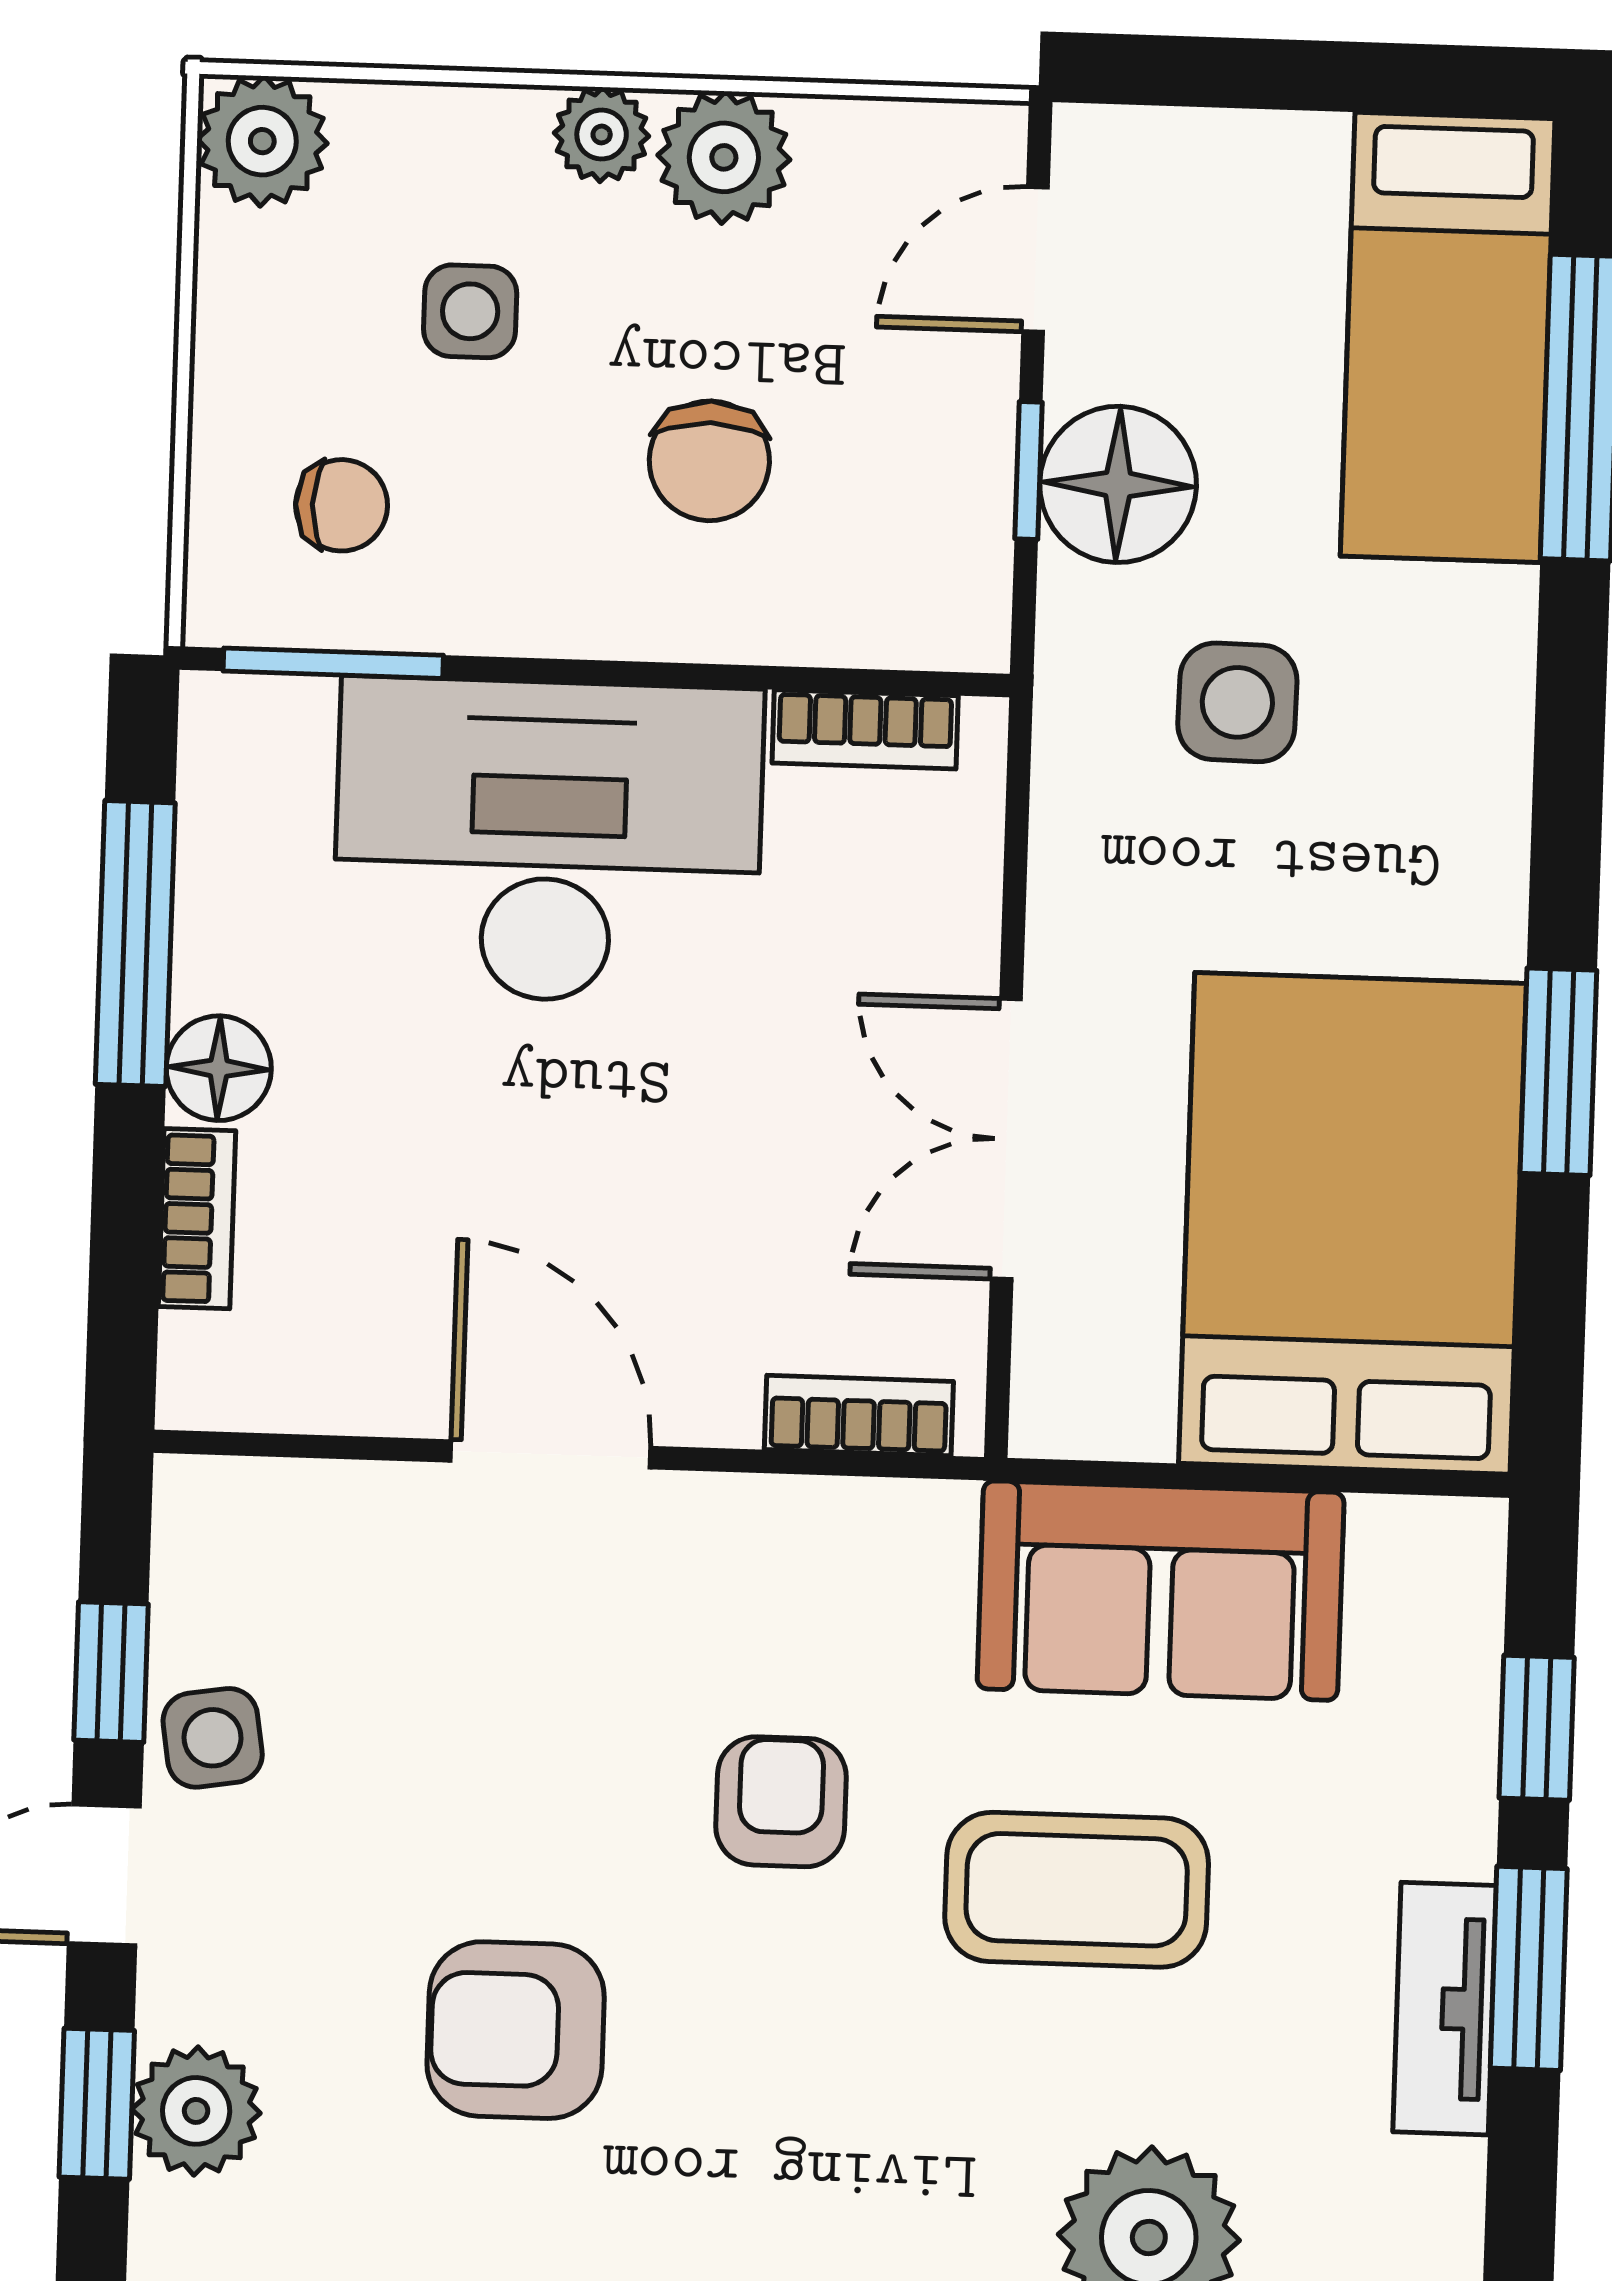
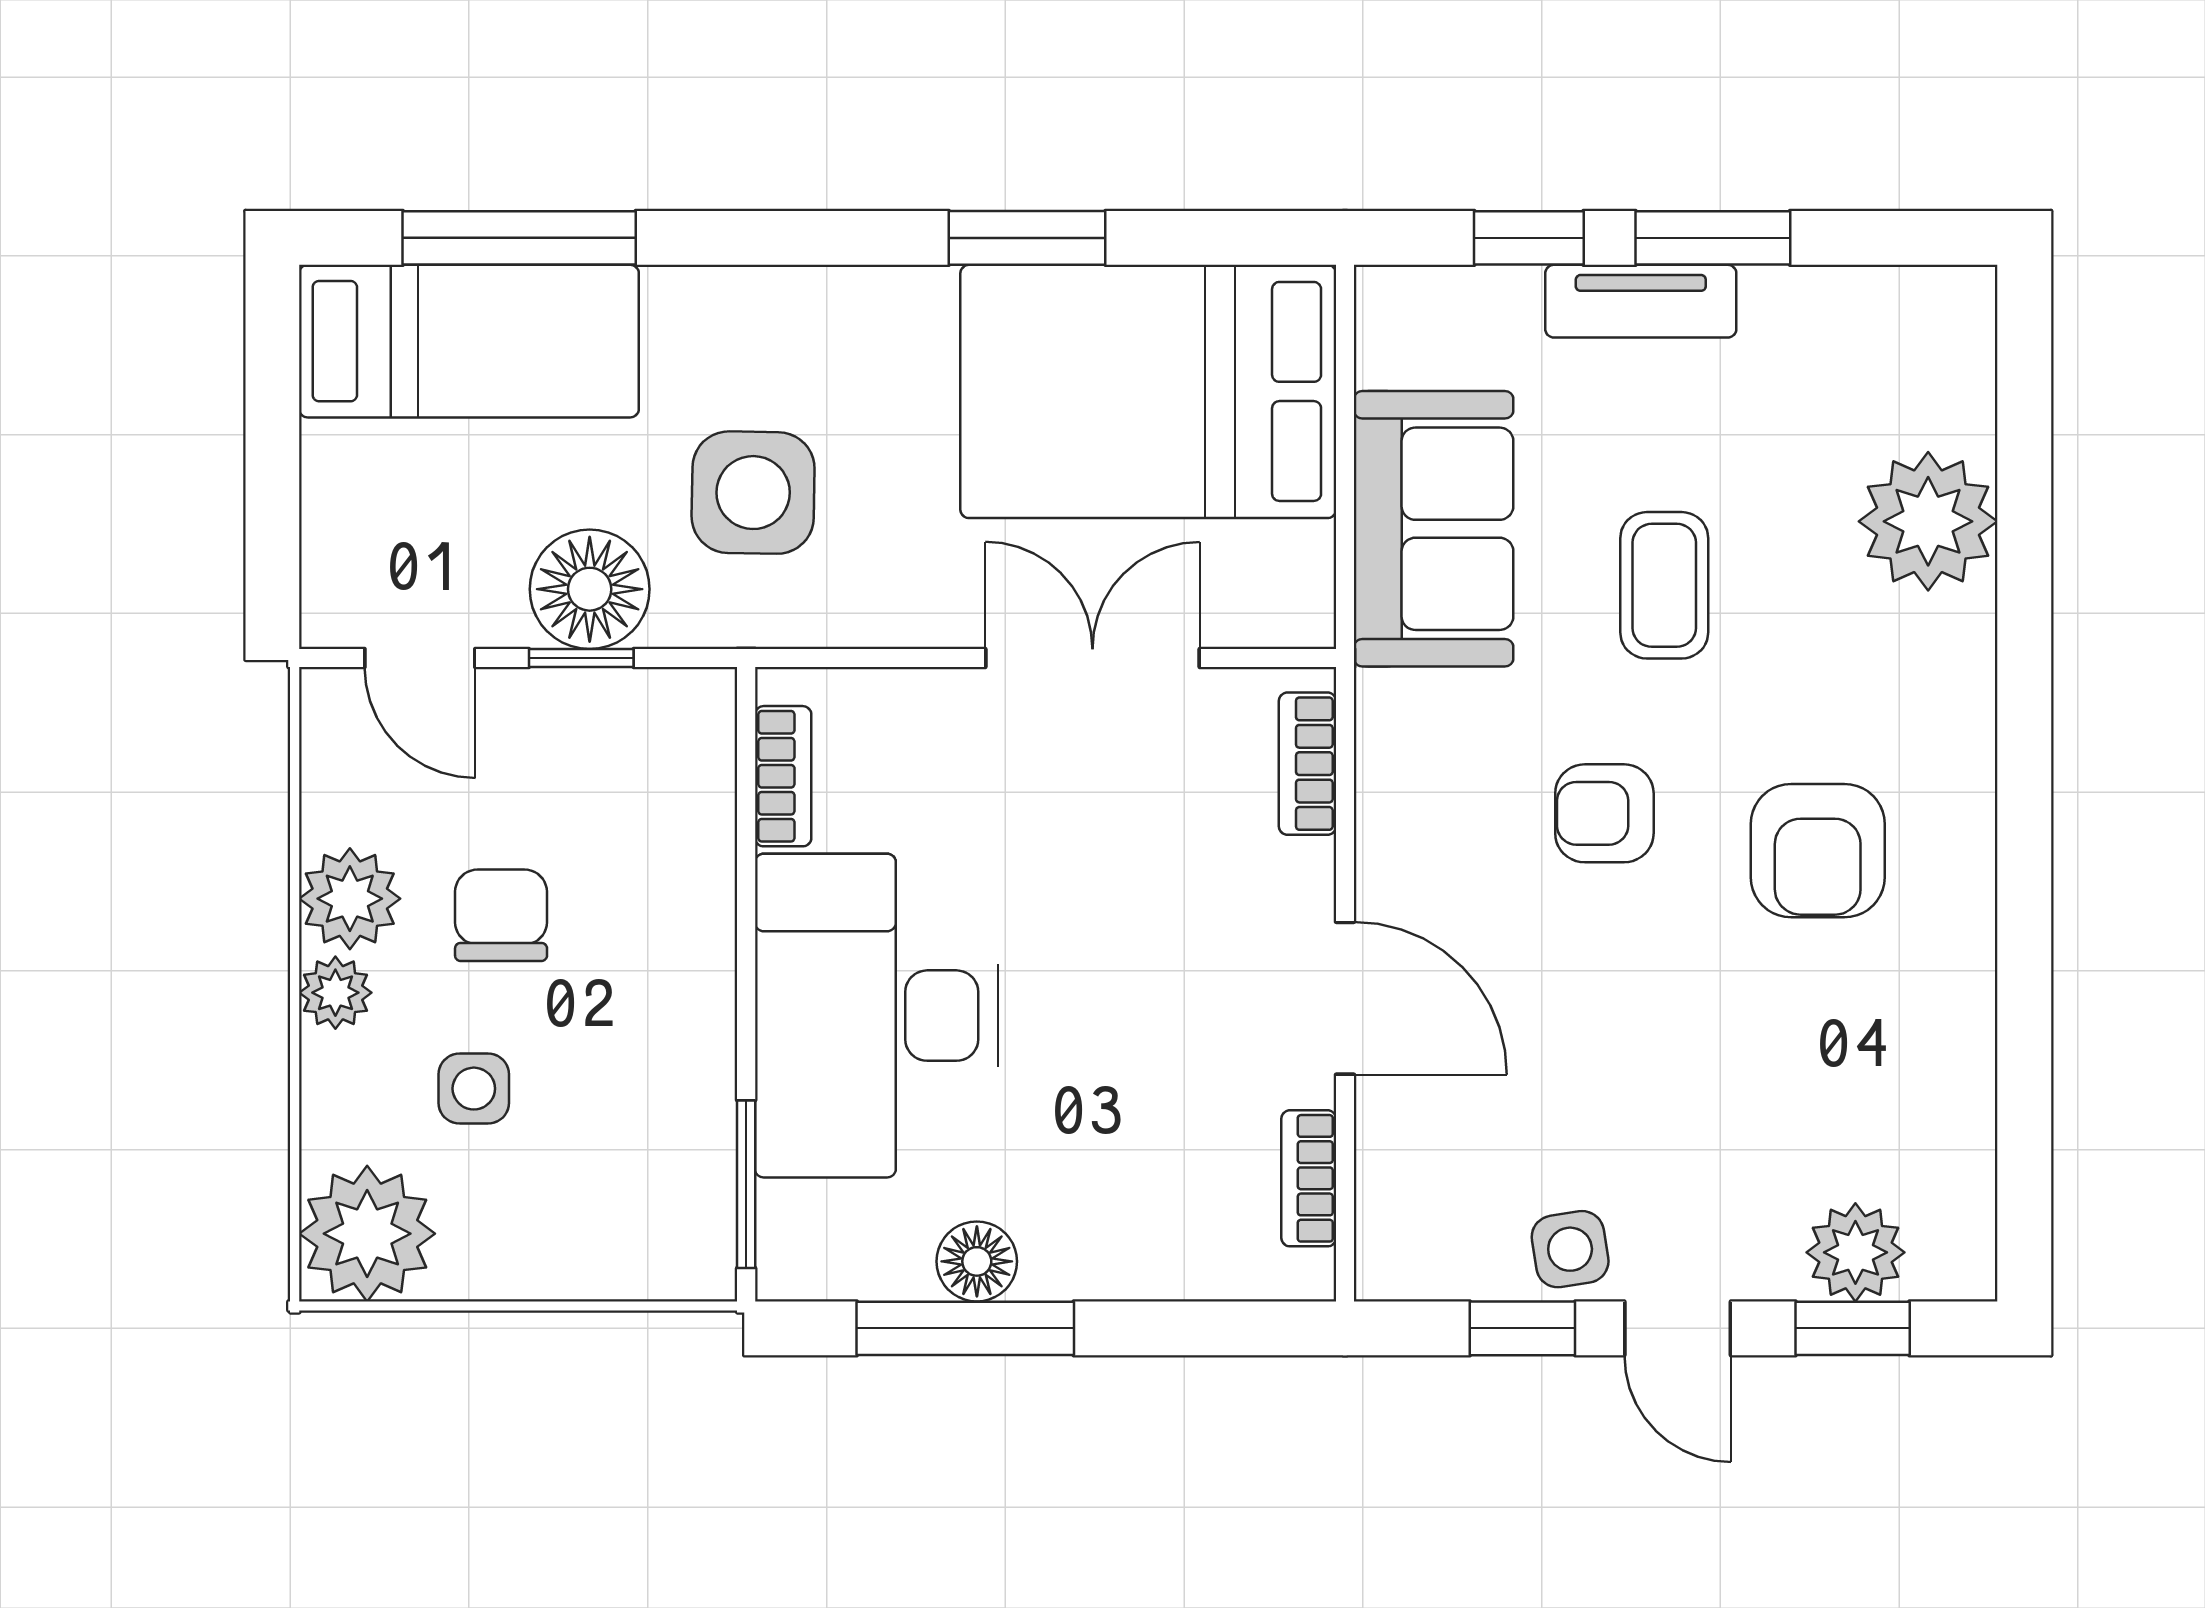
plant: (262, 141) -> (367, 1234), width x1.36, depth x1.36
chair: (709, 461) -> (501, 915), moved, turned -90
chair: (342, 505) -> (625, 1182), removed
side table: (1237, 702) -> (753, 493), width x1.37, depth x1.37
floor lamp: (219, 1068) -> (977, 1261), moved
double door: (1006, 1139) -> (1093, 658), swing flipped
bookcase: (197, 1219) -> (1309, 1178), moved, turned -90
door: (550, 1454) -> (1345, 998), swing flipped
coffee table: (1077, 1890) -> (1664, 585), width x0.73, depth x0.77
tv unit: (1445, 2009) -> (1641, 301), moved
armchair: (516, 2030) -> (1818, 851), moved

